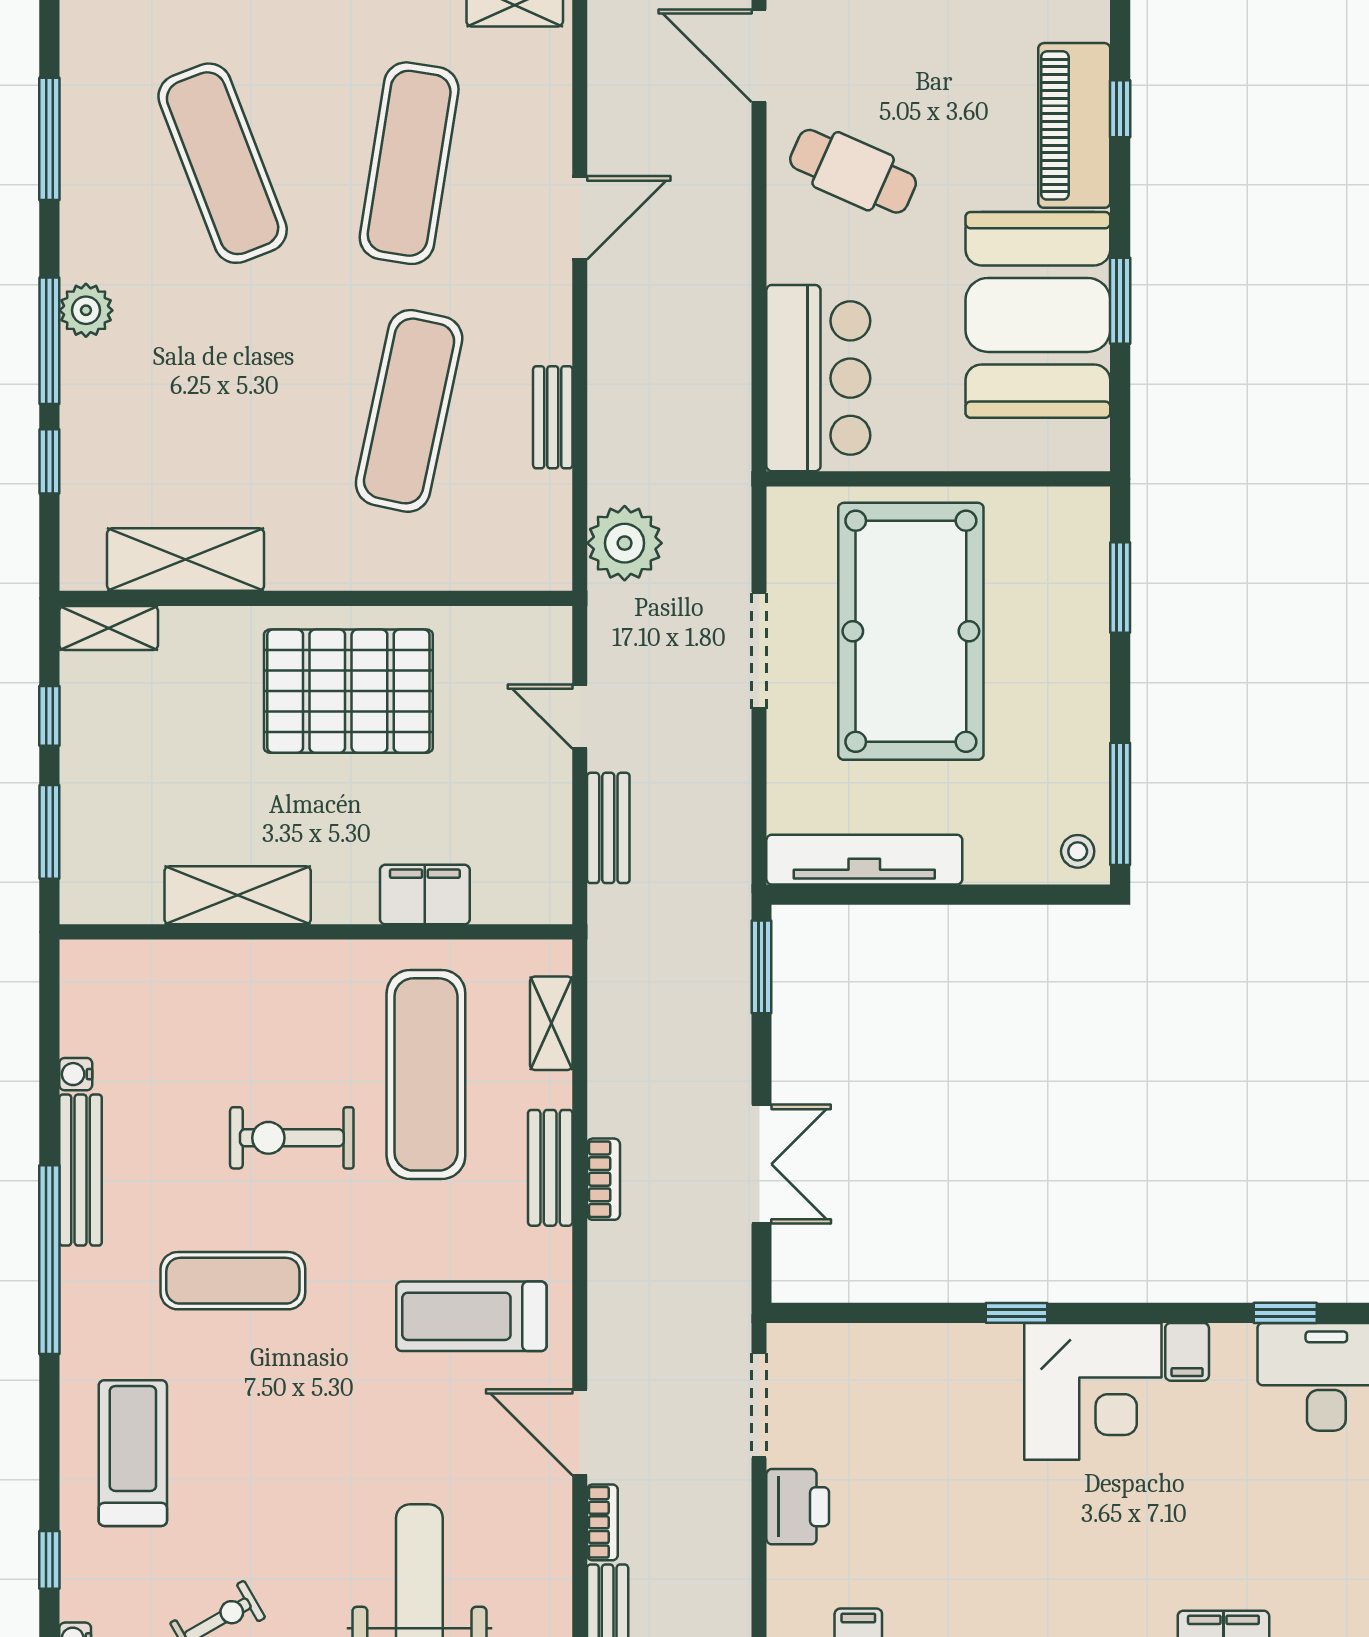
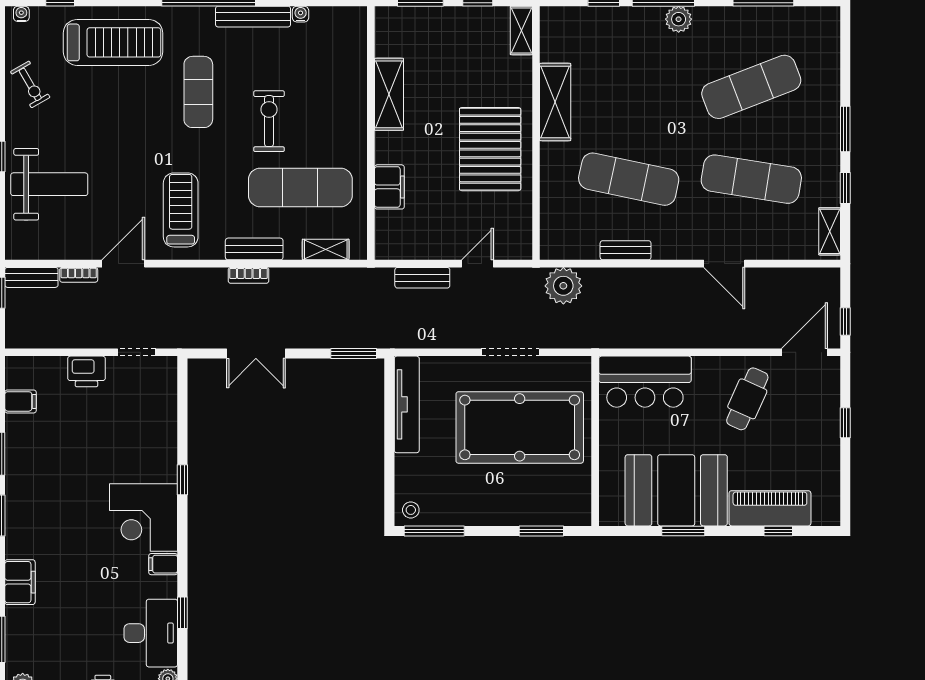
shelving: (186, 559) -> (555, 102), moved
doorway: (759, 1405) -> (137, 352), width x0.73
treadmill: (133, 1453) -> (113, 42), width x1.37, depth x1.38

